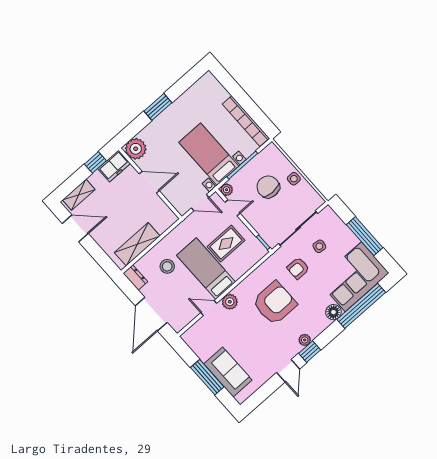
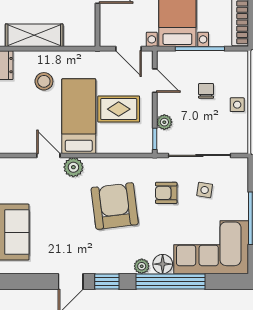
chair: (268, 187) -> (206, 91), width x0.54, depth x0.54
plant: (227, 190) -> (164, 122), moved
armchair: (275, 303) -> (115, 206), turned -97
window: (361, 306) -> (171, 281), moved
plant: (305, 340) -> (142, 266), moved

